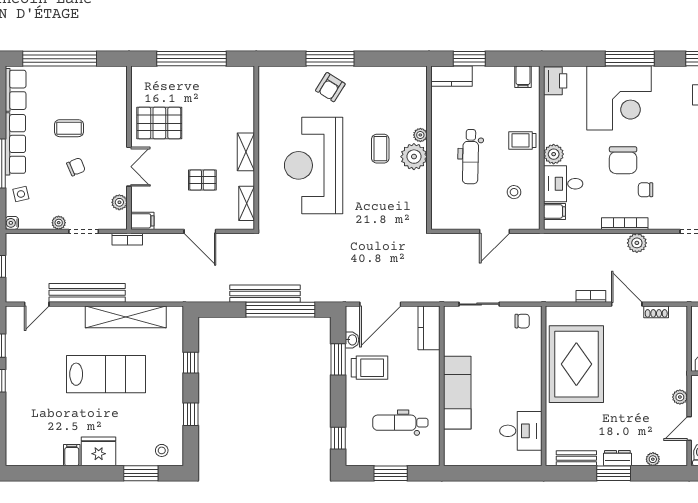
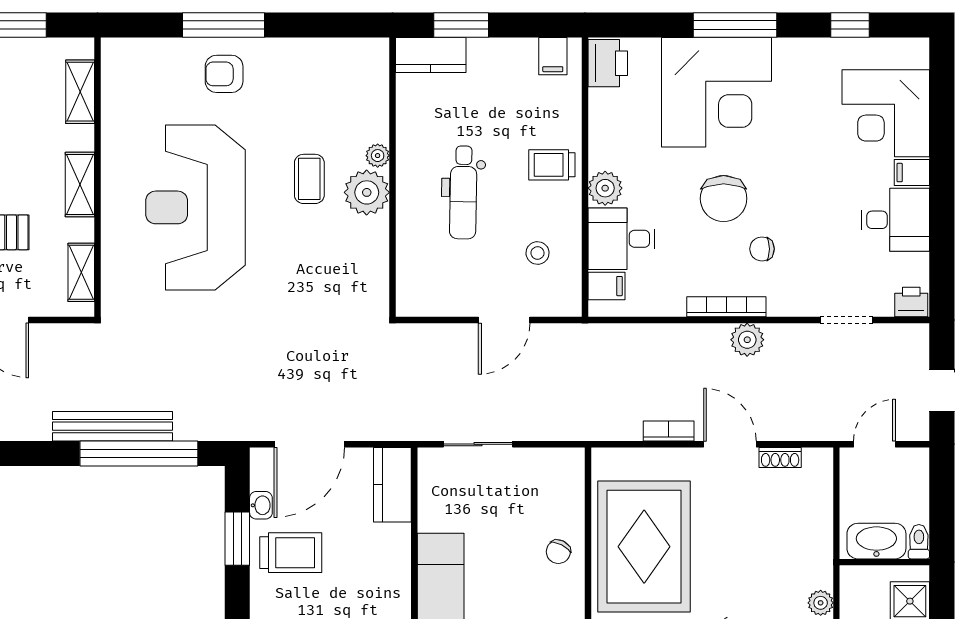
armchair: (330, 87) -> (224, 74), turned 58
shelving: (246, 98) -> (80, 92), added
chair: (522, 321) -> (558, 552), moved, turned 117

